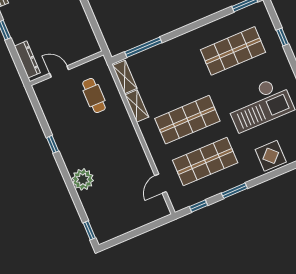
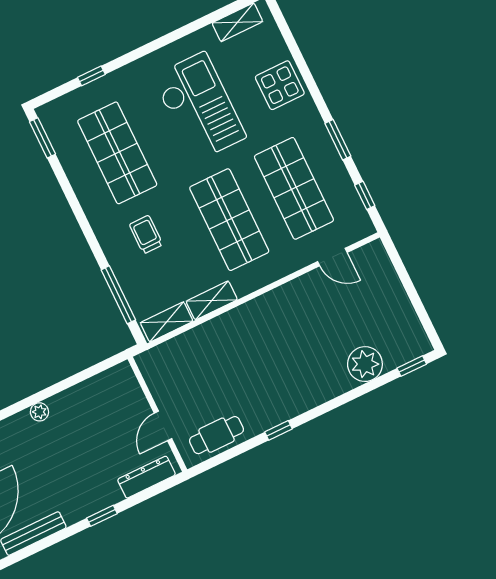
trolley: (180, 67) -> (146, 235), added
cafe table: (94, 96) -> (216, 435), moved
plant: (83, 179) -> (365, 364), moved

